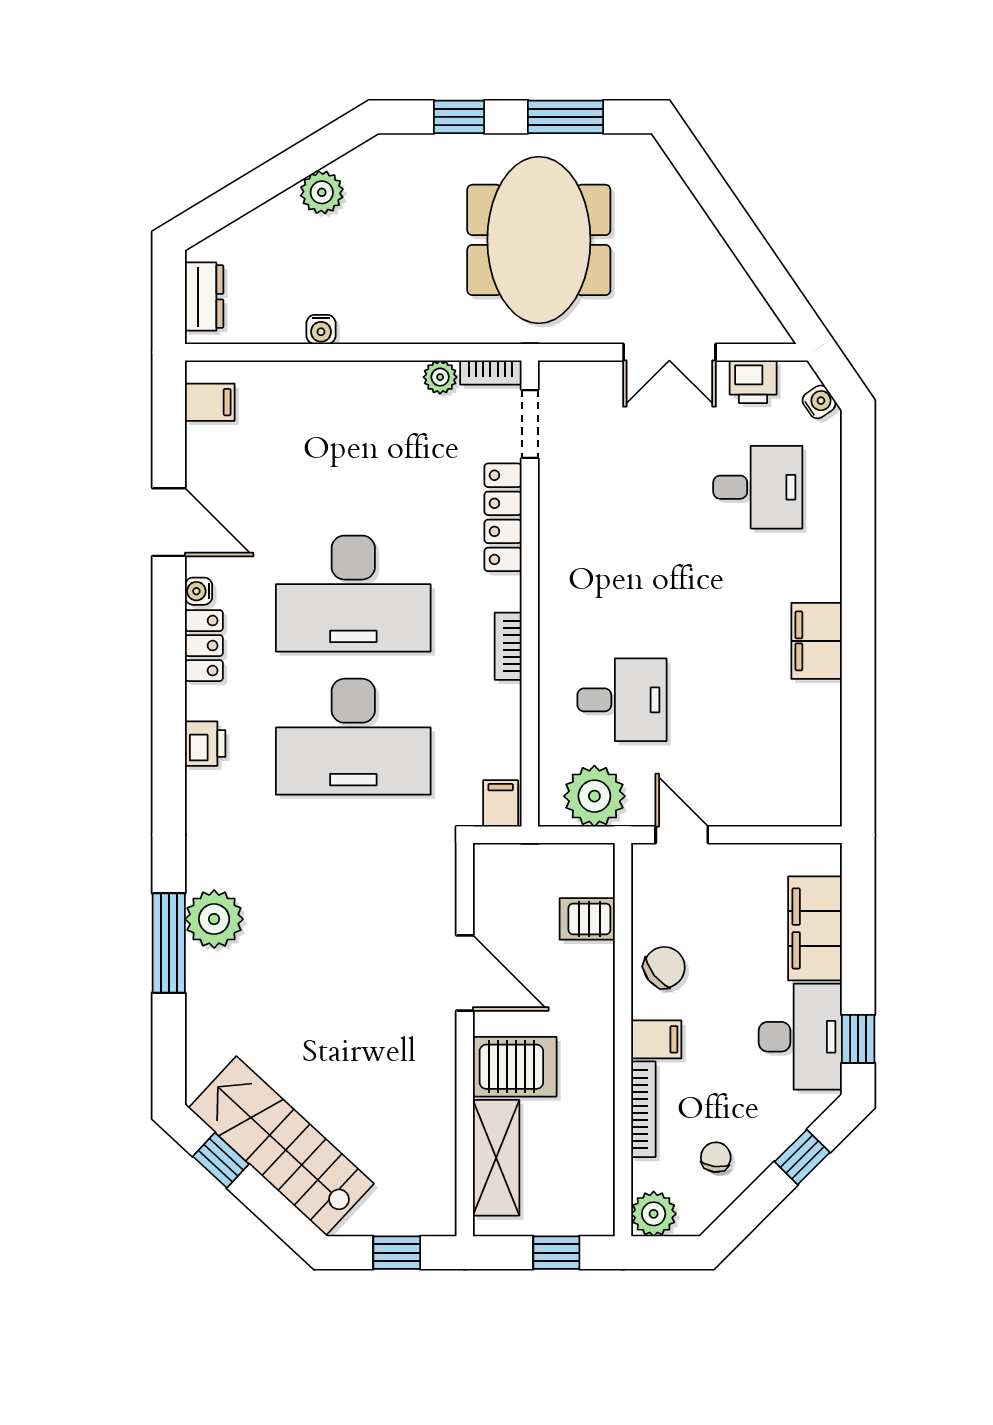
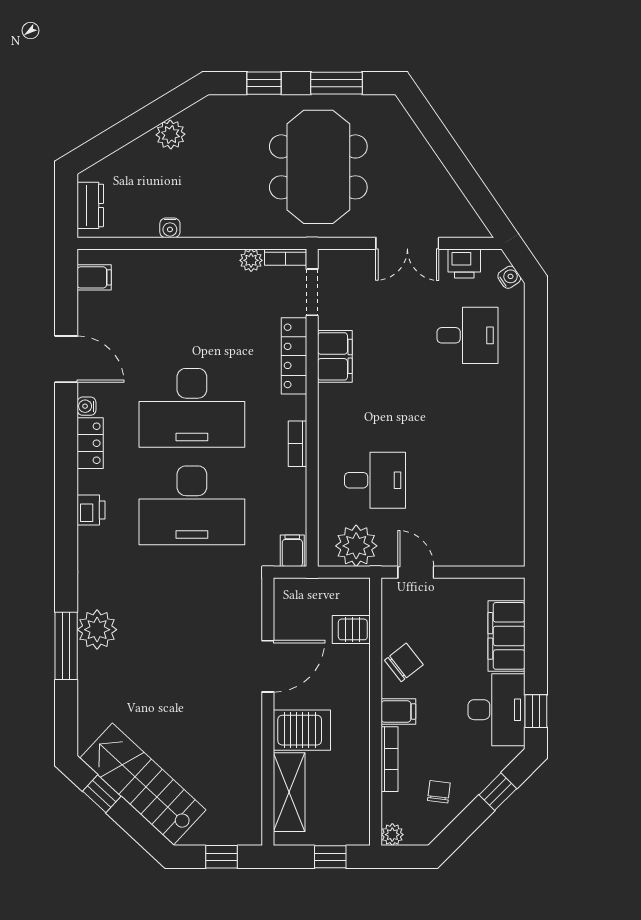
filing cabinet: (817, 641) -> (335, 356), moved, turned 180
door: (465, 973) -> (268, 666), hinge flipped
plant: (654, 1214) -> (392, 835), width x0.73, depth x0.73

